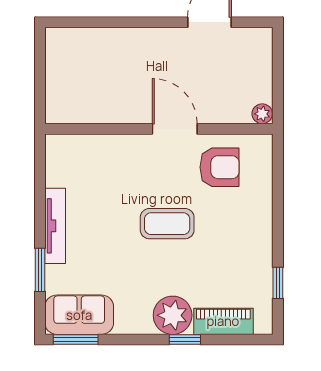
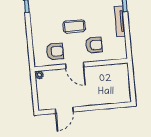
armchair: (220, 167) -> (55, 51), turned 180
armchair: (123, 174) -> (94, 45), added

